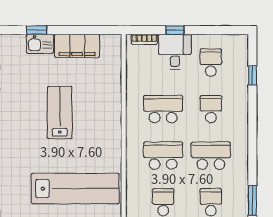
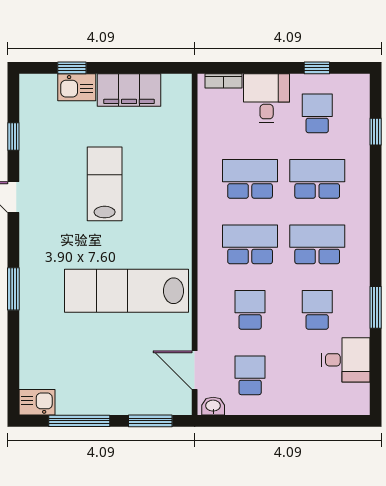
window: (175, 30) -> (317, 68), moved
school desk: (211, 109) -> (317, 179), width x1.85
lab bench: (75, 189) -> (127, 291), turned 180

